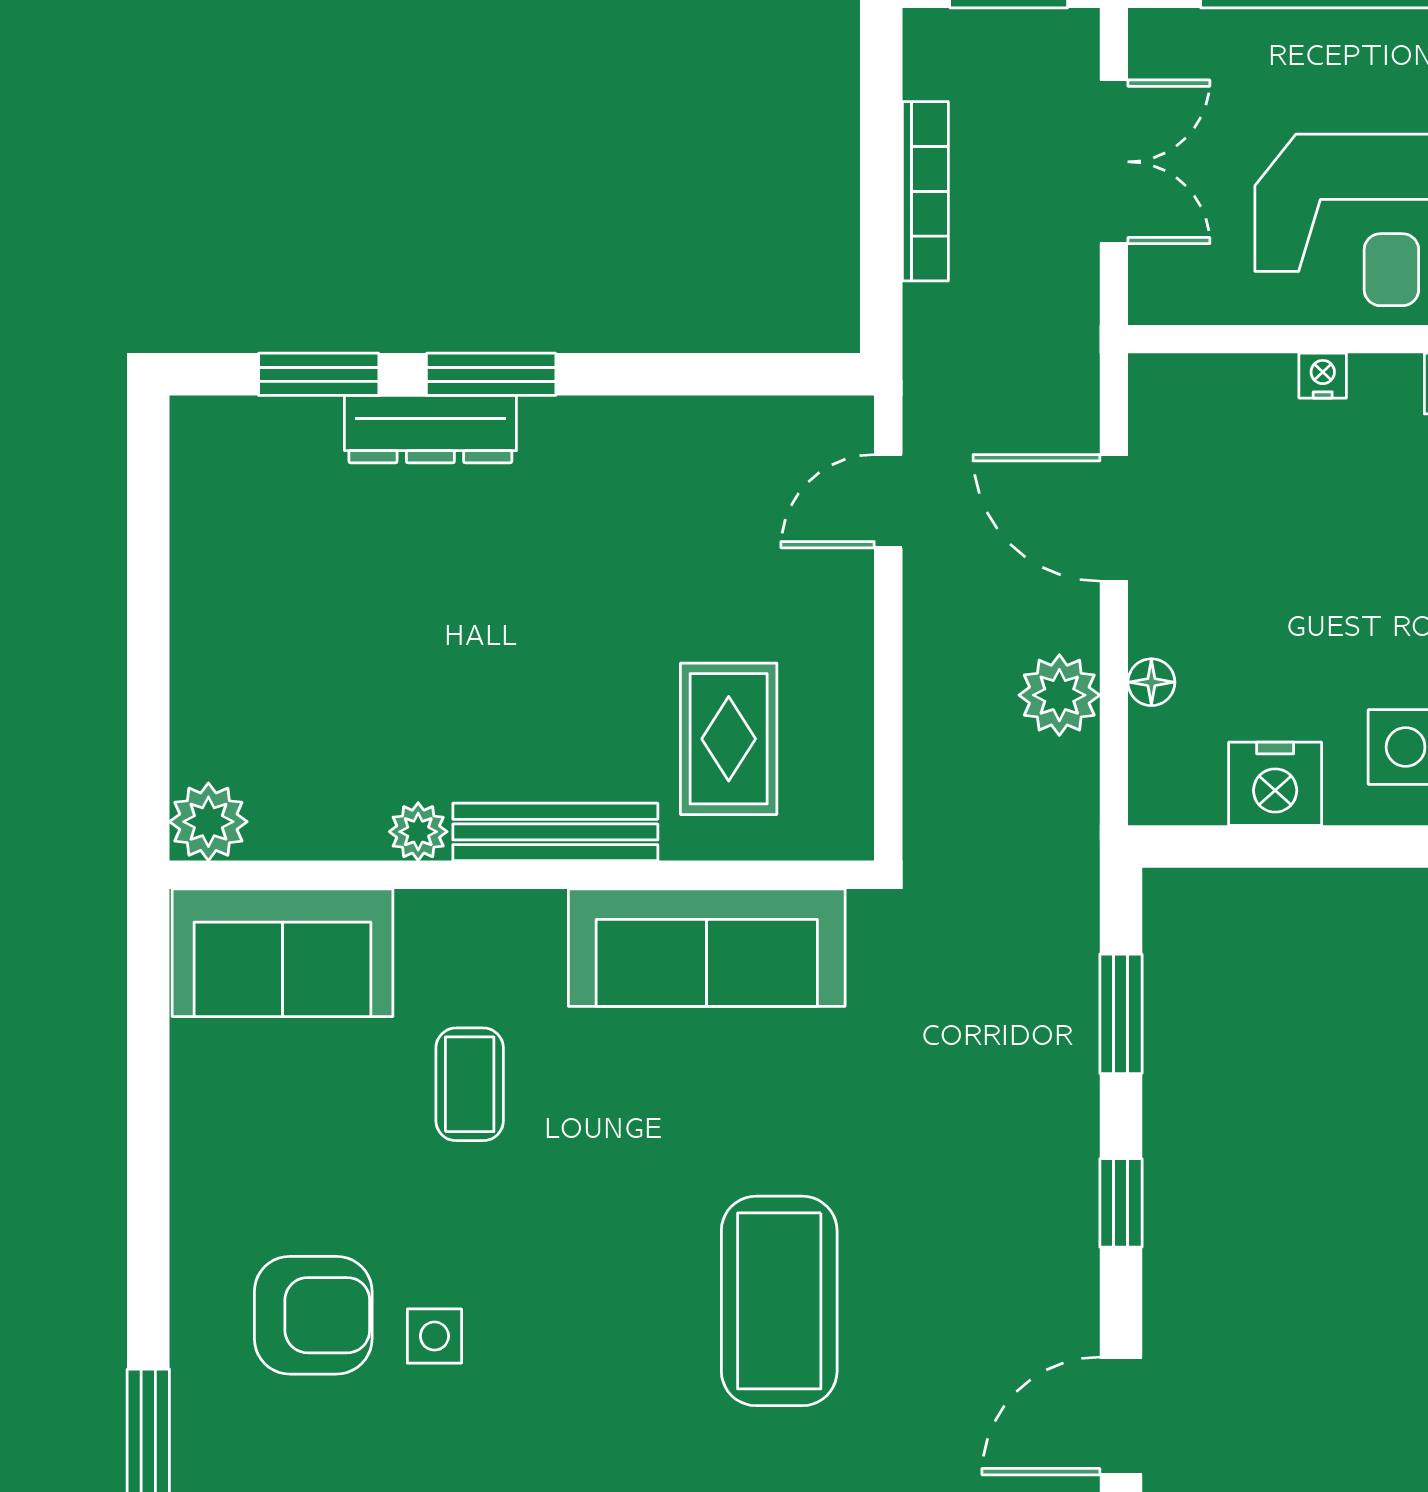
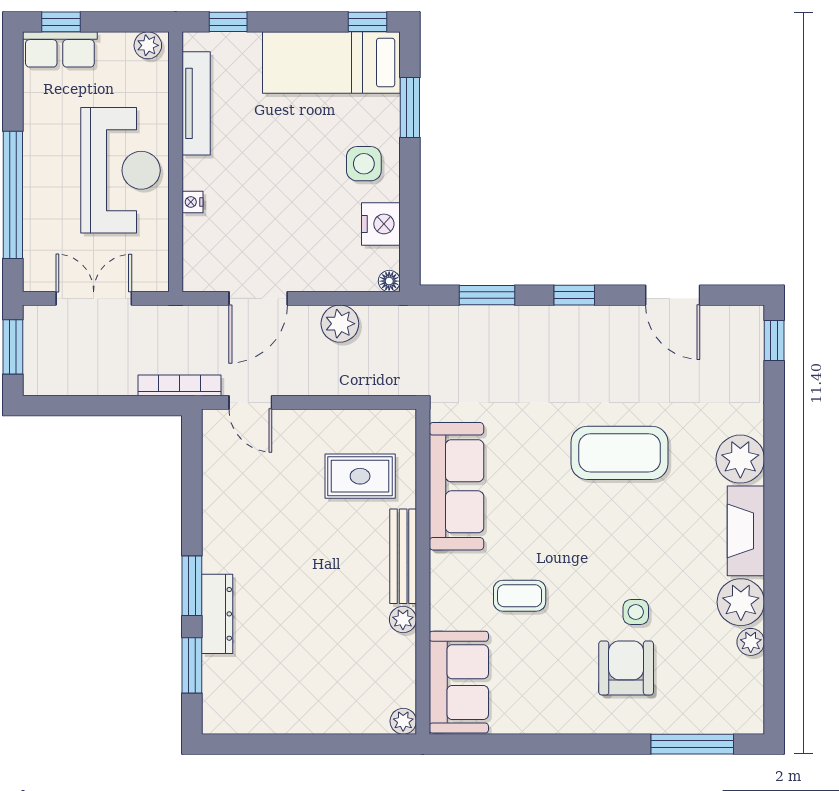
bookcase: (925, 191) -> (180, 385), moved
floor lamp: (1151, 682) -> (389, 281), moved
plant: (208, 822) -> (403, 721), width x0.73, depth x0.73

